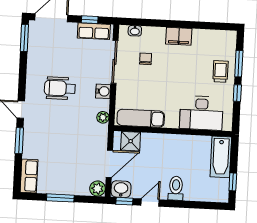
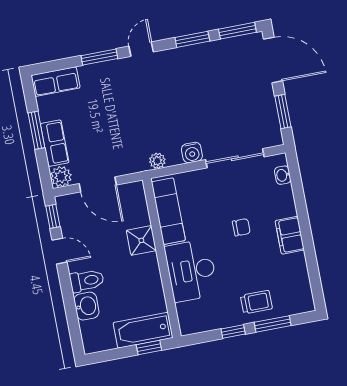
window: (90, 20) -> (283, 112), width x1.50
row of seats: (94, 31) -> (55, 143), moved, turned 180
chair: (146, 59) -> (241, 227), moved
window: (23, 71) -> (192, 39), added
wheelchair: (60, 88) -> (182, 94), removed
desk: (201, 113) -> (191, 270), moved
shower: (131, 141) -> (141, 240), moved
window: (233, 182) -> (149, 348), moved
washbasin: (121, 189) -> (86, 306), moved

